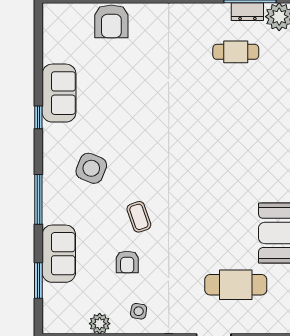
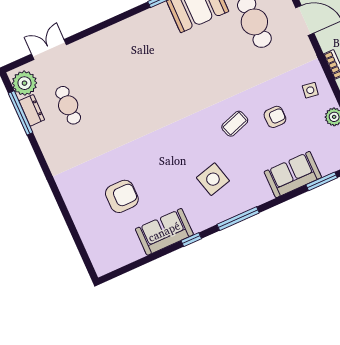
armchair: (111, 21) -> (122, 196), moved
side table: (91, 168) -> (213, 179), turned -37
window: (38, 199) -> (238, 219), moved

